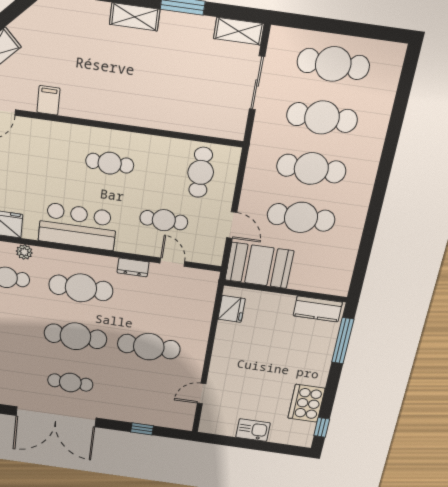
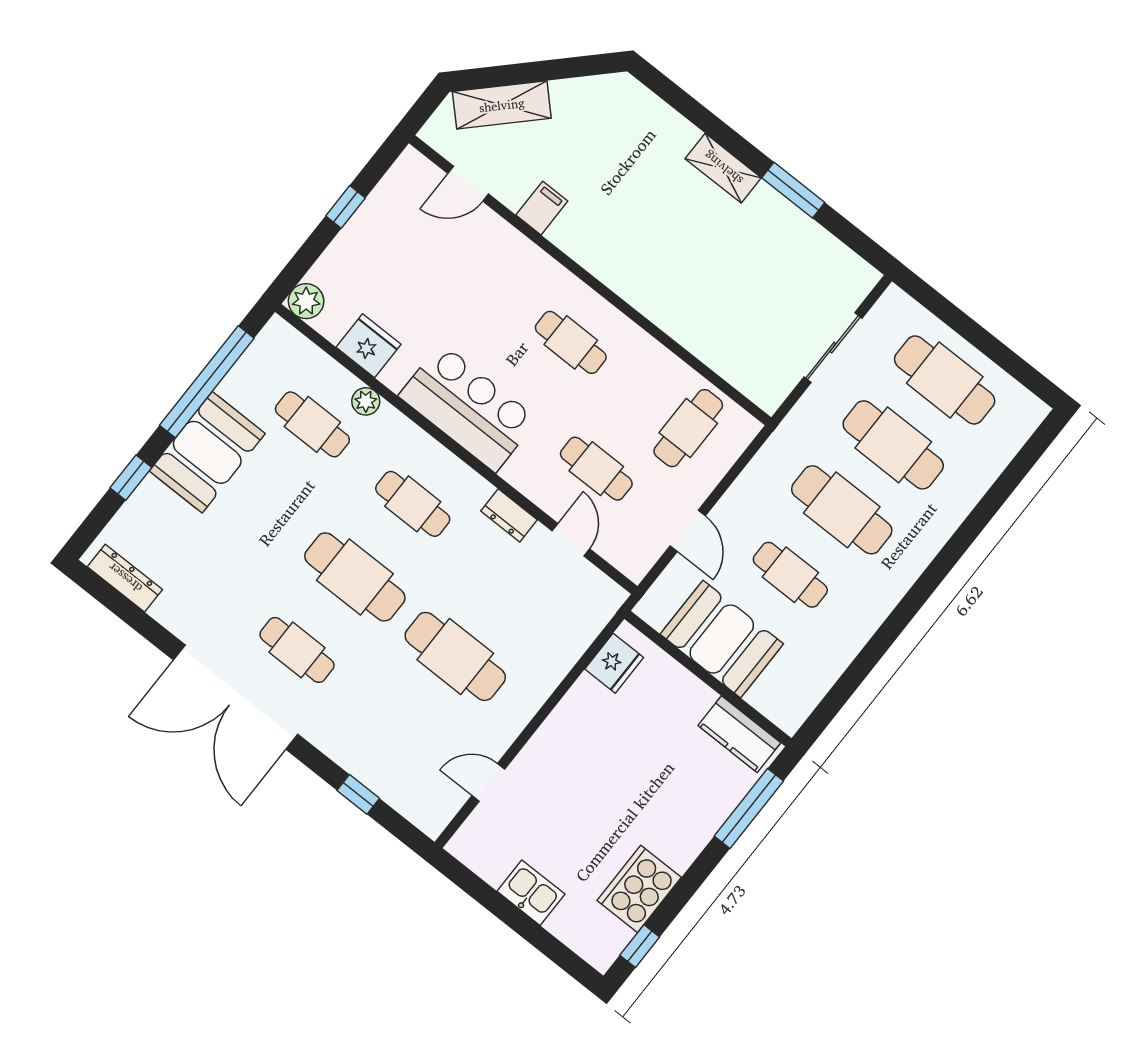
shelving: (239, 31) -> (846, 265), removed
cafe table: (301, 217) -> (790, 575), width x0.73, depth x0.74
booth: (259, 265) -> (722, 639), moved
cafe table: (81, 288) -> (413, 504), width x0.73, depth x0.74

